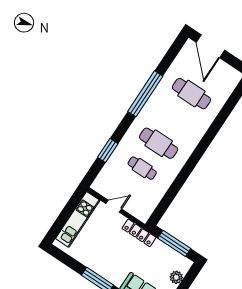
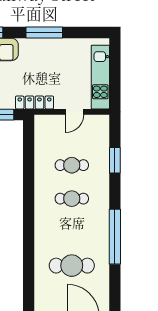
cafe table: (159, 143) -> (72, 199), width x0.73, depth x0.74

